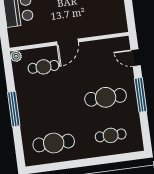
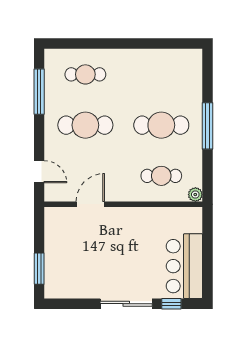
door: (67, 42) -> (90, 204), moved
window: (141, 95) -> (39, 92), moved
cafe table: (54, 143) -> (161, 125), moved

